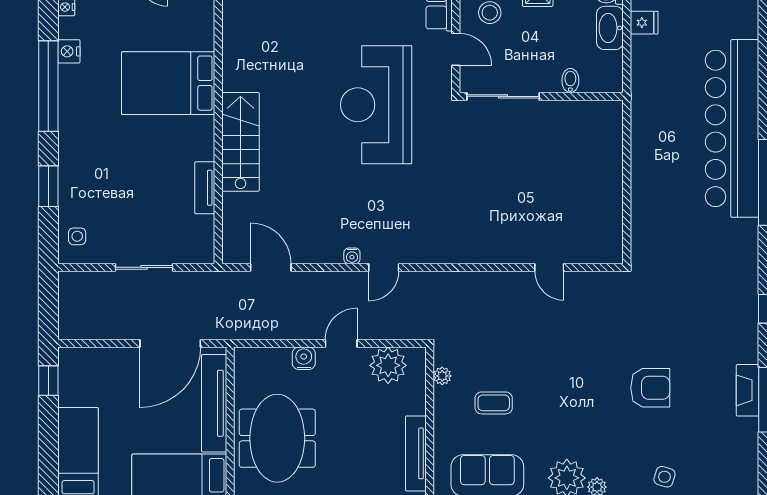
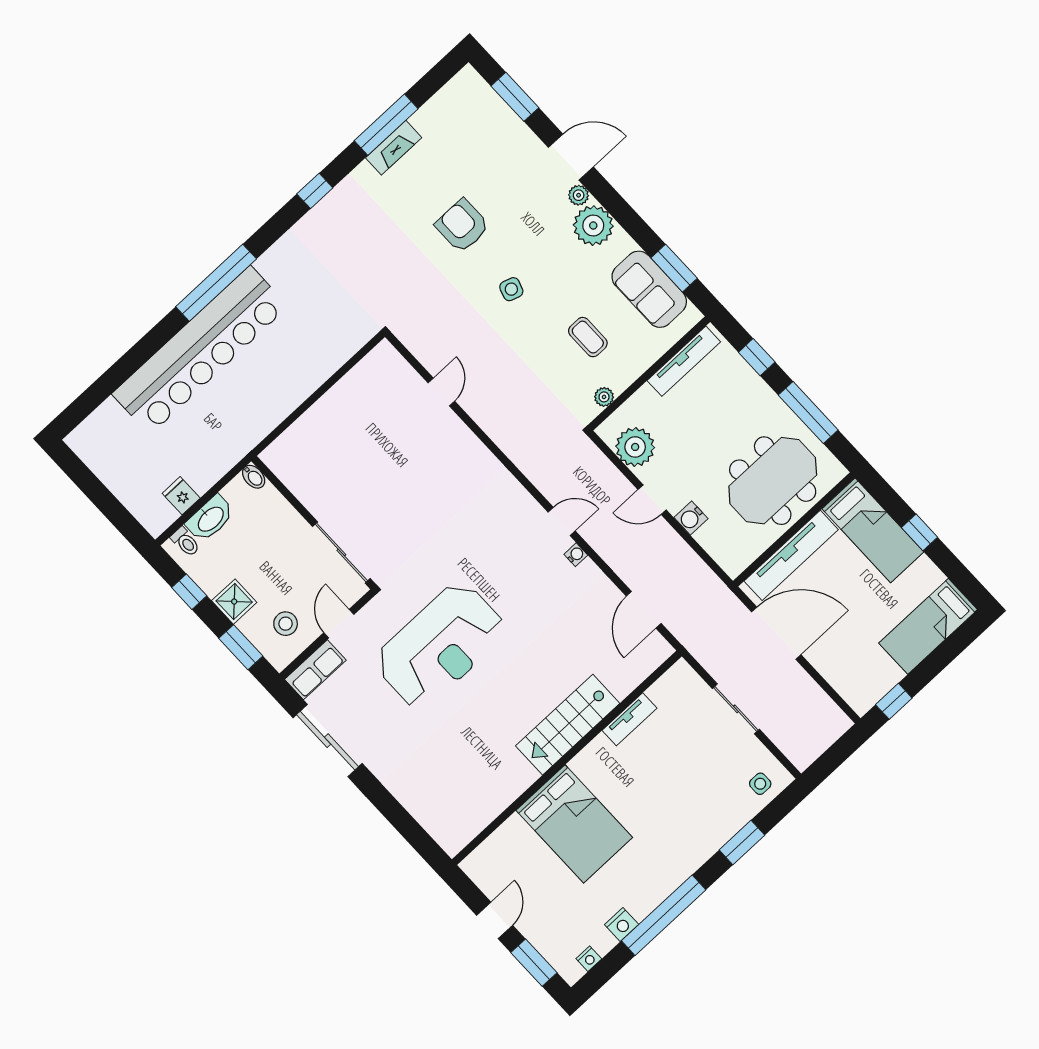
bidet: (570, 81) -> (254, 477), moved, turned -90
side table: (664, 477) -> (511, 289), moved

